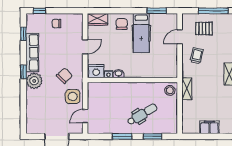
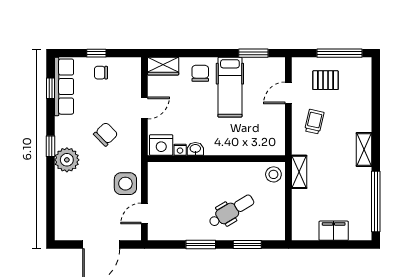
window: (39, 11) -> (96, 53), moved
row of seats: (32, 53) -> (64, 87), moved
chair: (64, 76) -> (106, 134), moved

